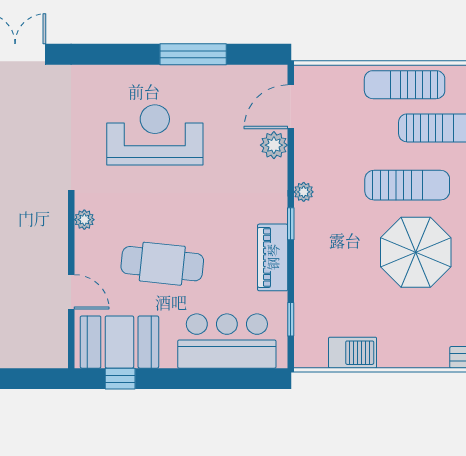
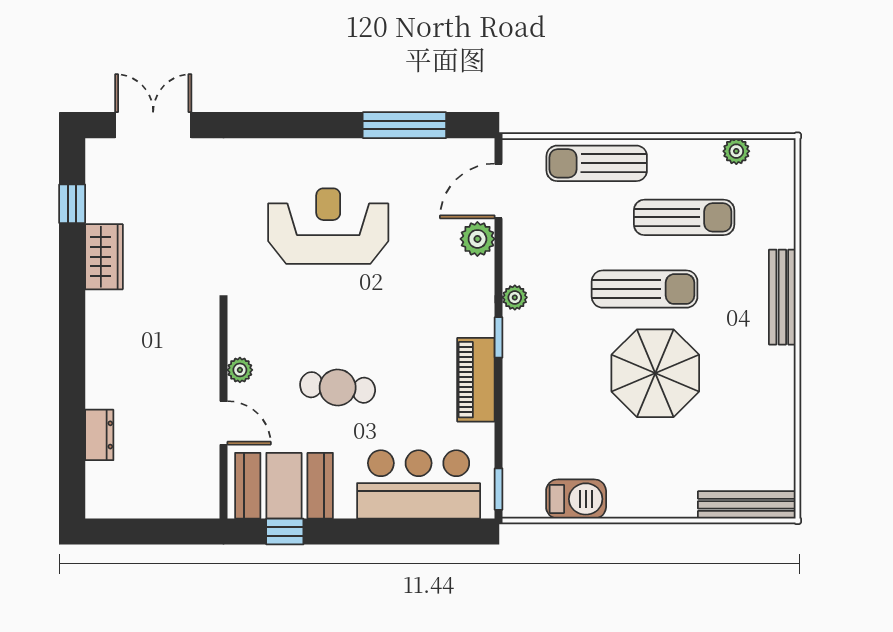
window: (193, 54) -> (404, 125), moved
sun lounger: (405, 85) -> (597, 163), moved
plant: (84, 220) -> (240, 370), moved
cafe table: (162, 264) -> (338, 387), width x0.73, depth x0.74
window: (291, 319) -> (499, 489), moved

